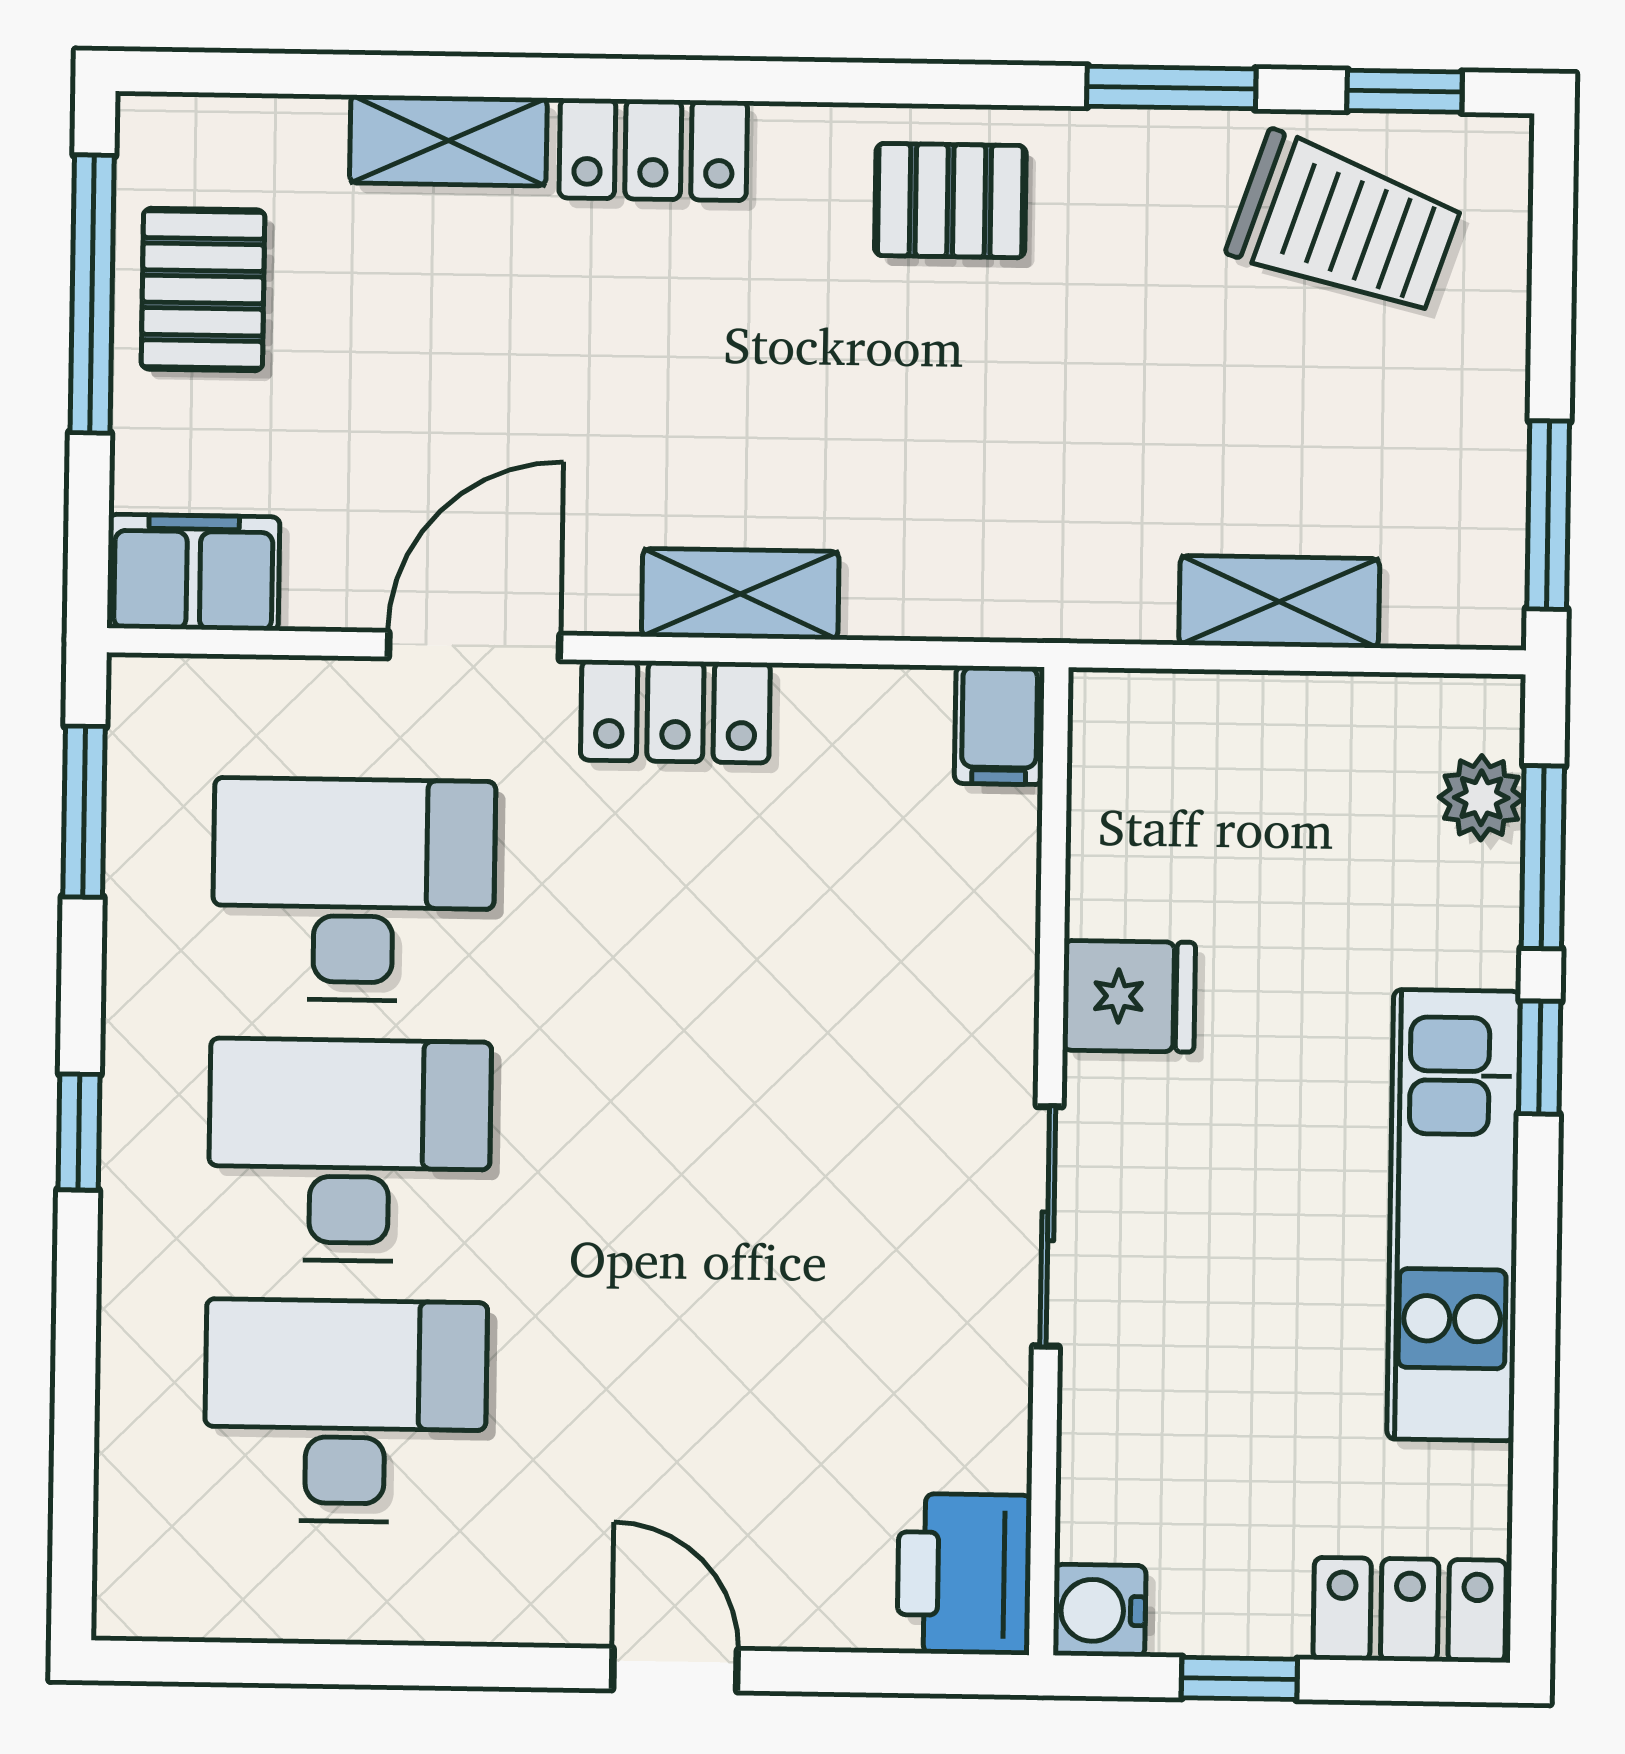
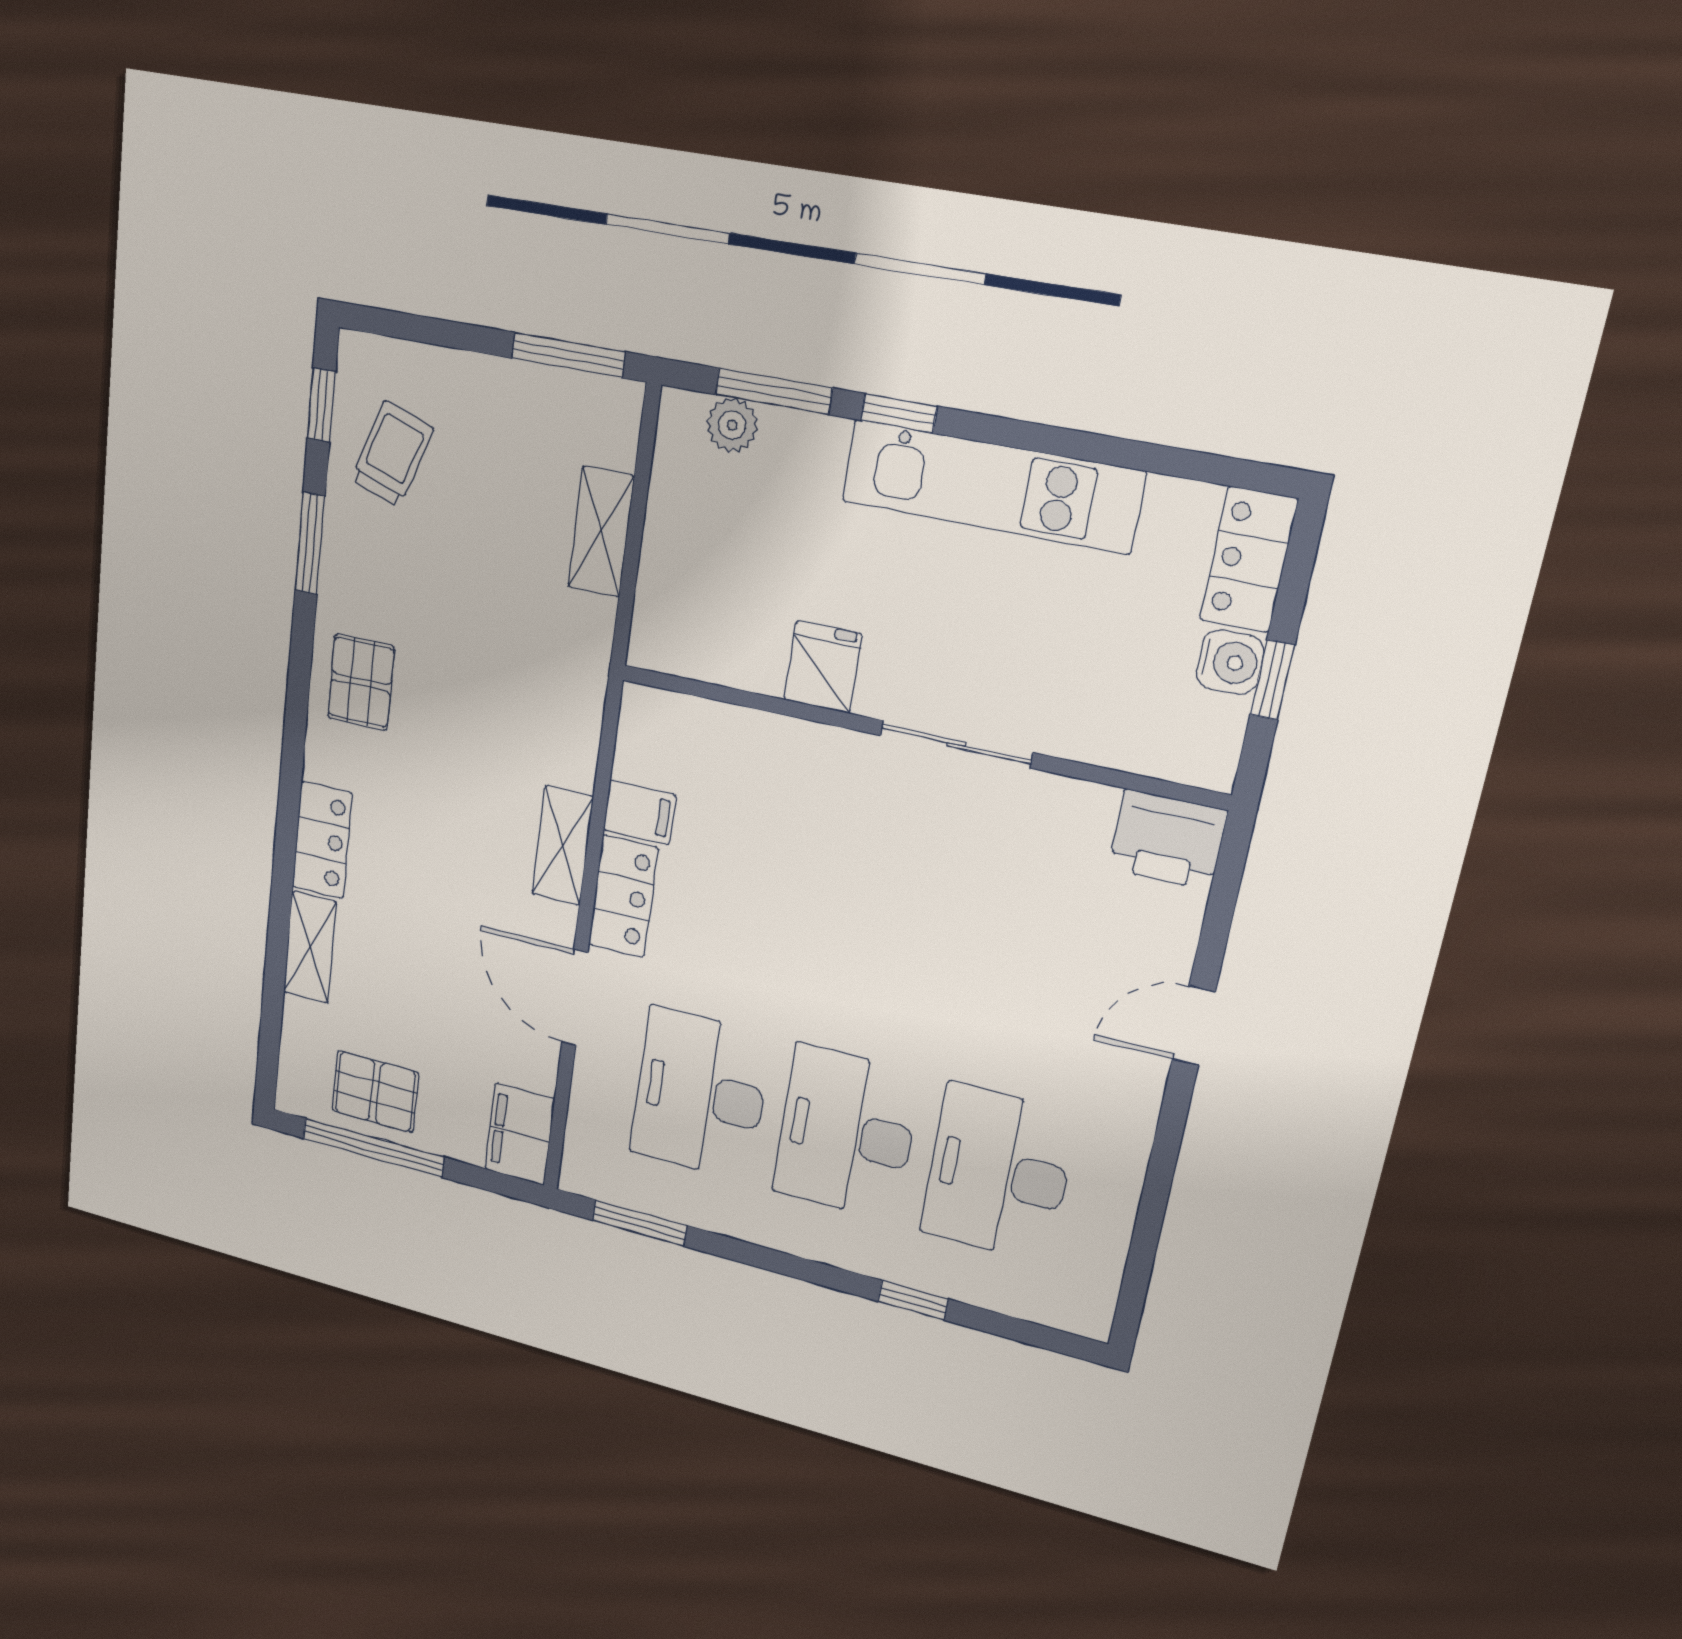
trolley: (1345, 226) -> (392, 454), width x0.73, depth x0.72
filing cabinet: (999, 725) -> (640, 812), moved
window: (79, 1132) -> (913, 1300), moved
water cooler: (1100, 1610) -> (1230, 662), moved, turned -90

